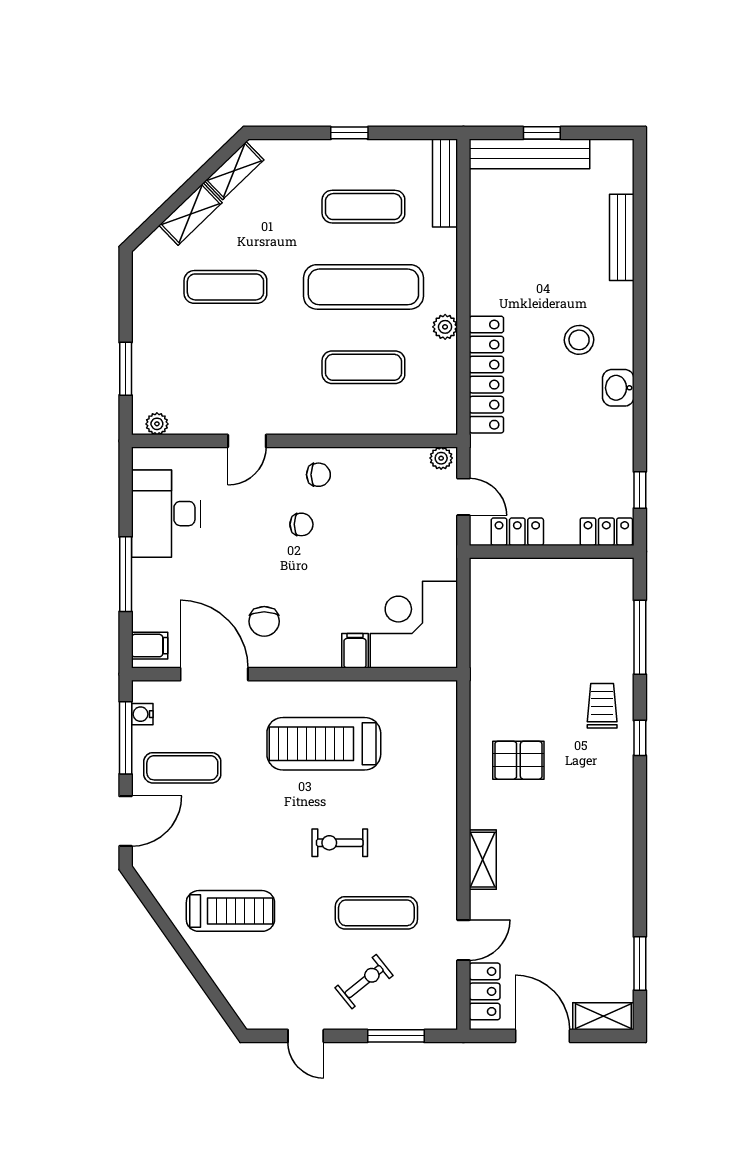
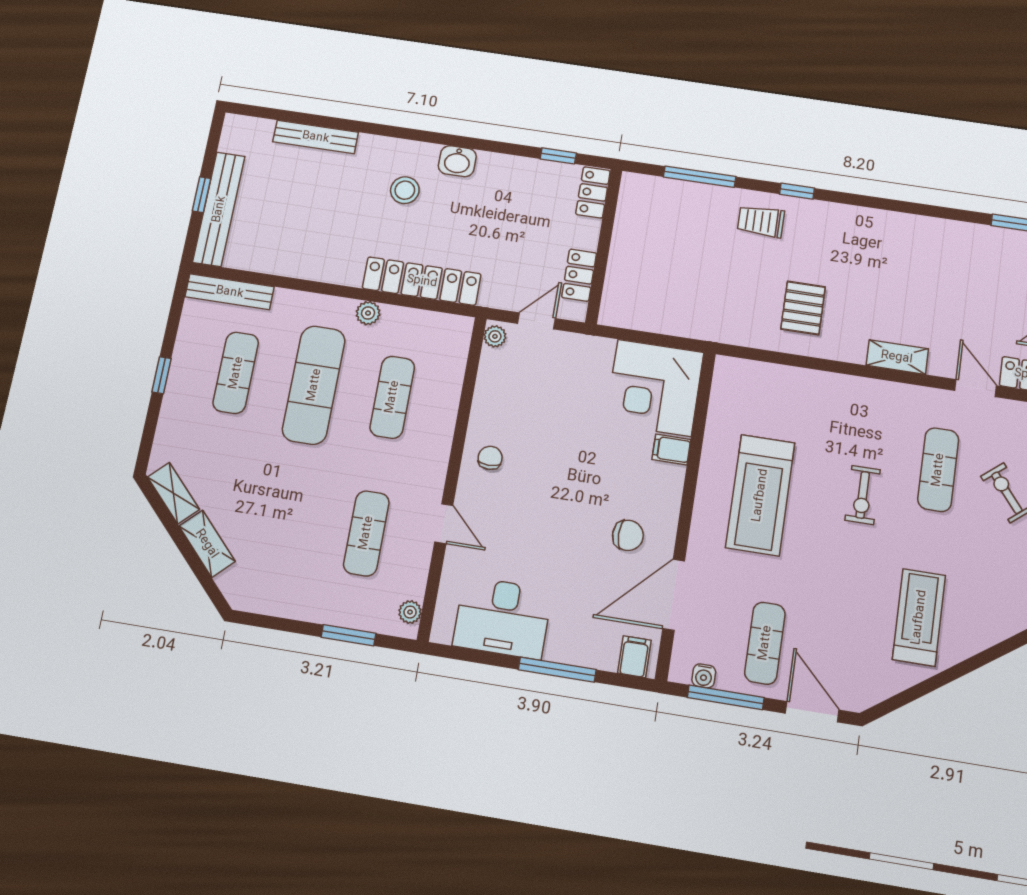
exercise mat: (225, 287) -> (366, 533), moved
chair: (301, 524) -> (537, 483), removed

